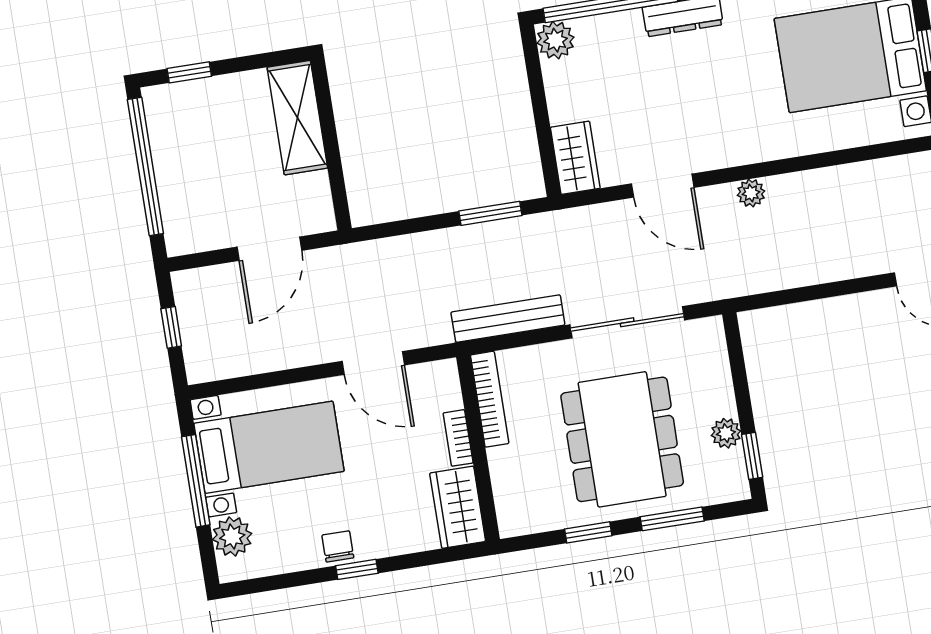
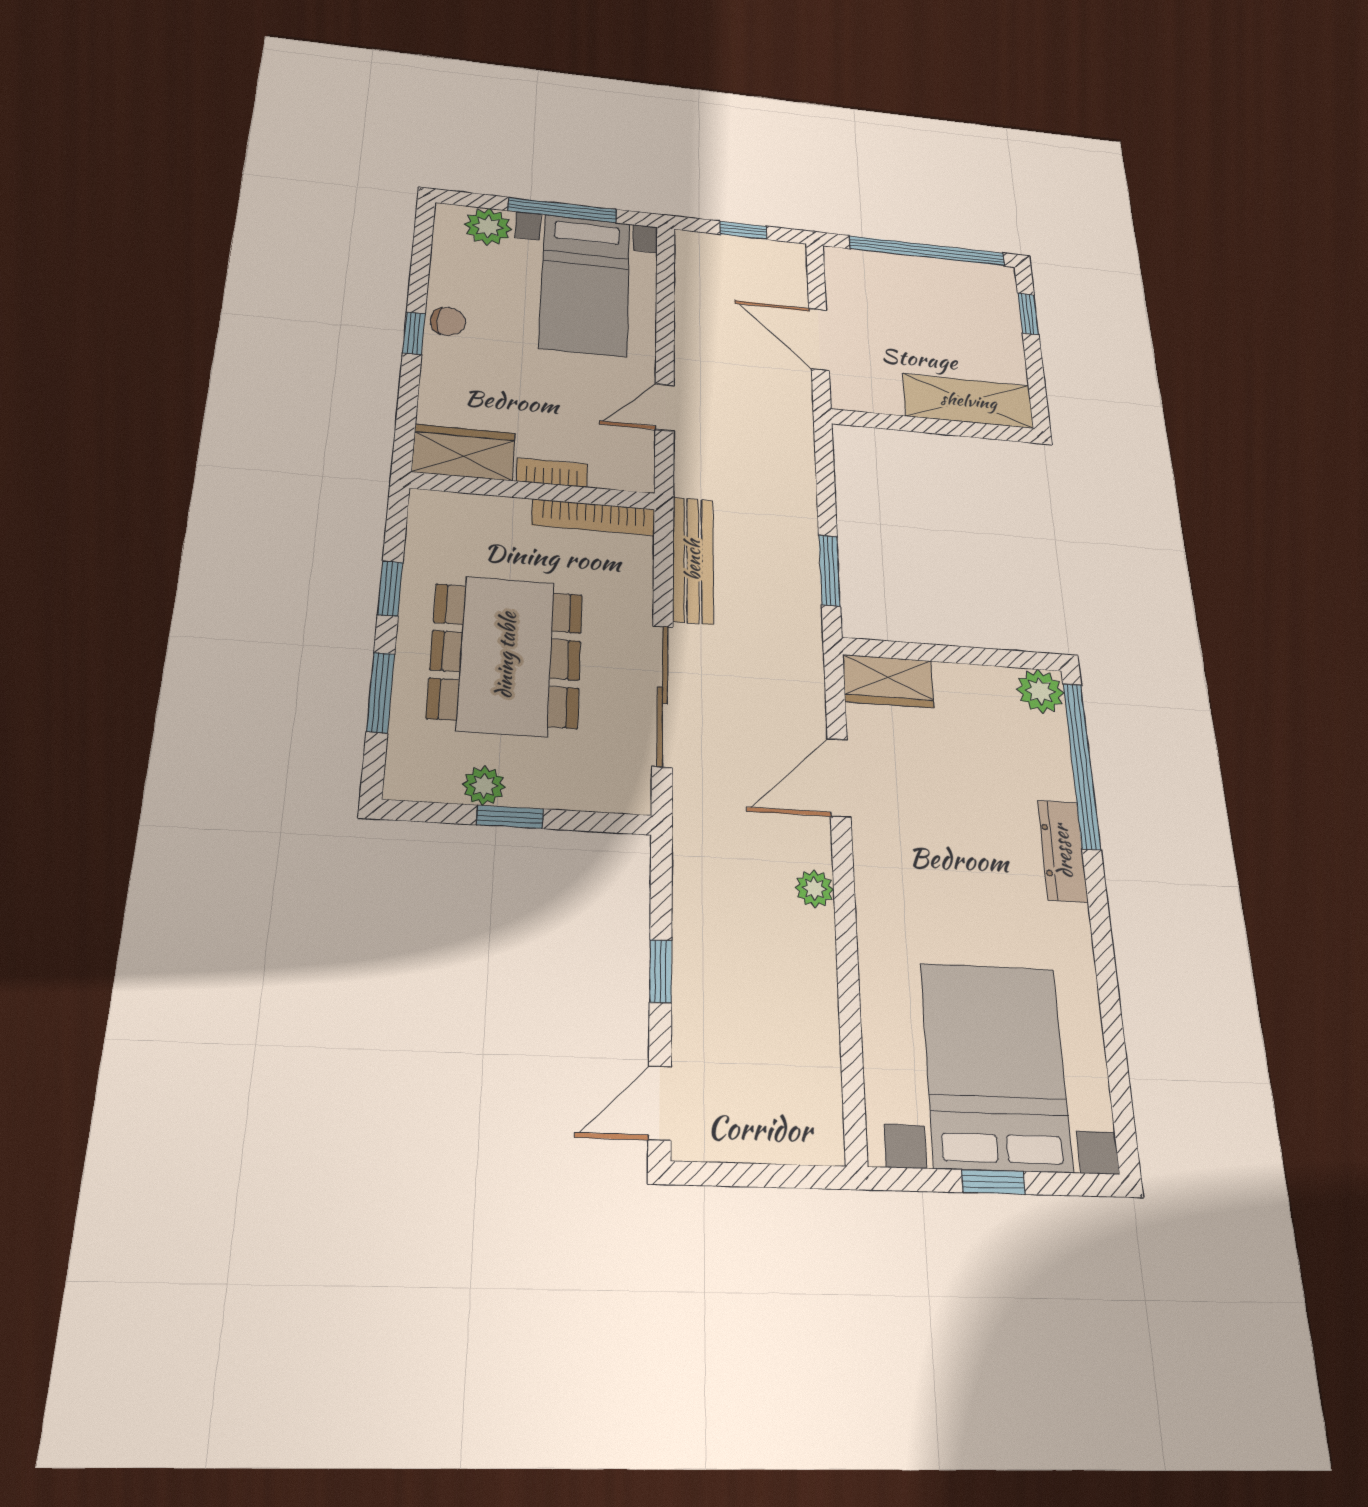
window: (832, 290) -> (661, 971), added
door: (373, 363) -> (665, 407), width x0.73
dining table: (622, 439) -> (506, 655), turned 90
window: (752, 456) -> (510, 817), moved

